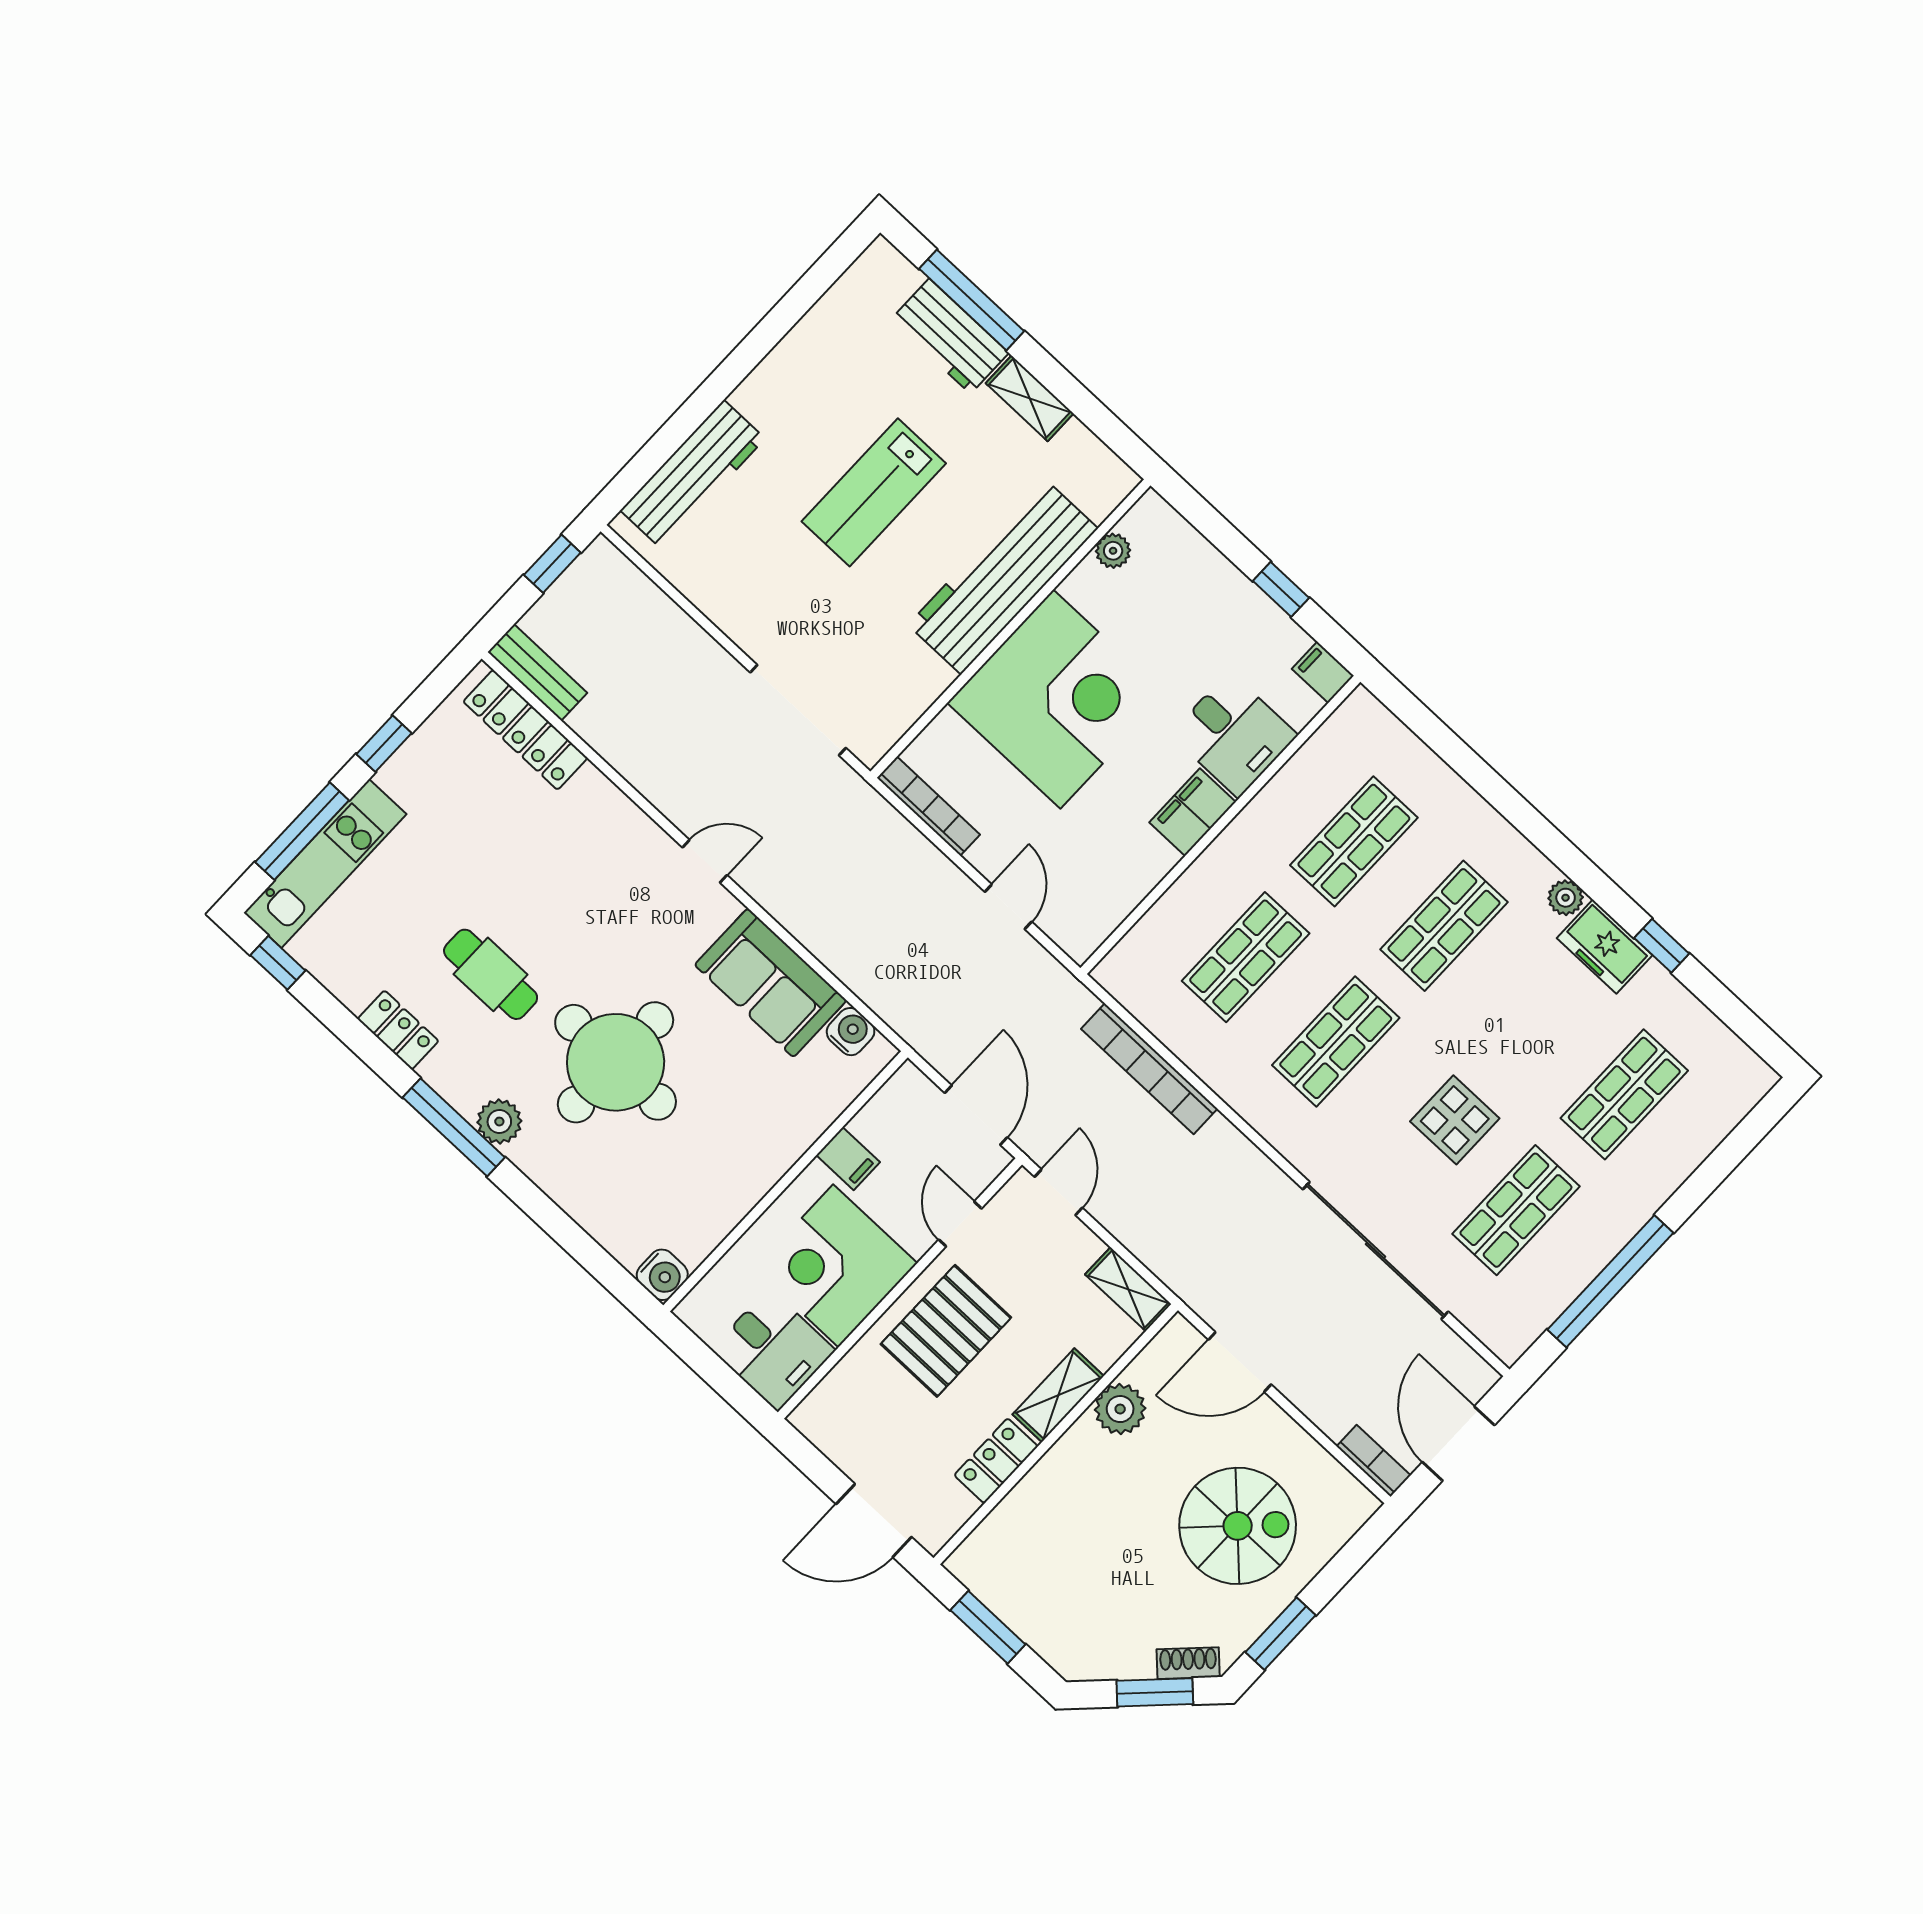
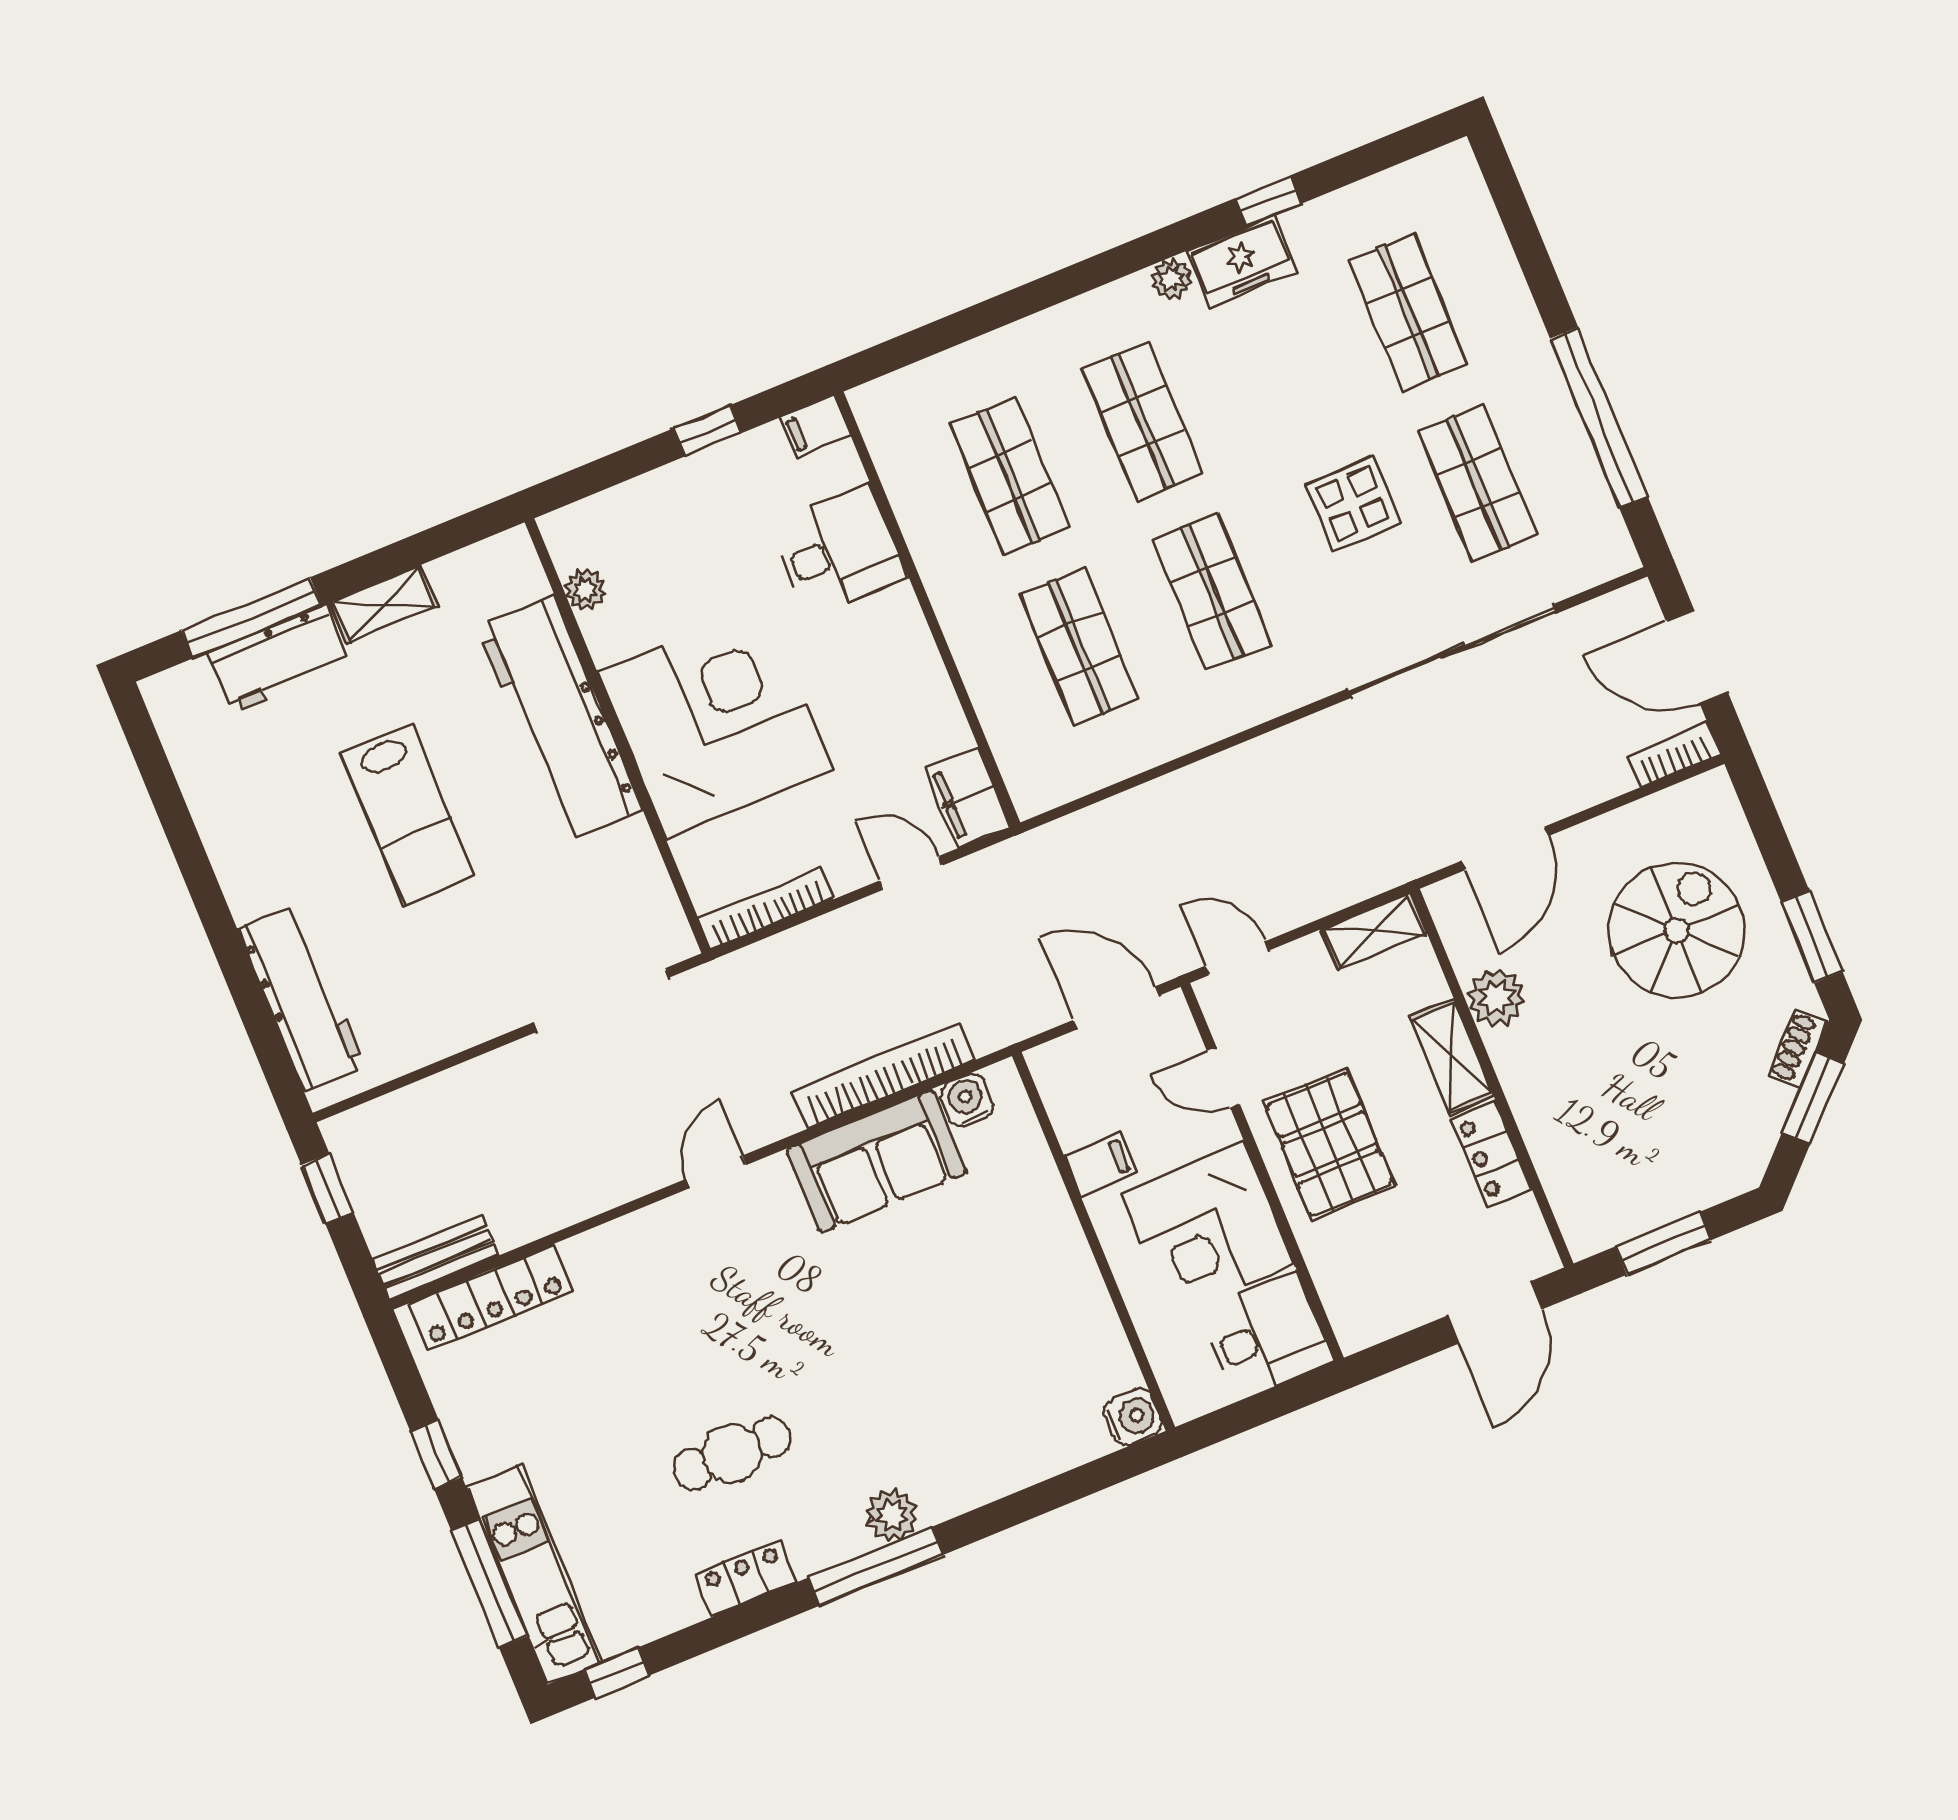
filing cabinet: (1193, 812) -> (968, 797), moved
round table: (616, 1062) -> (885, 1364), removed
bookcase: (1149, 1069) -> (883, 1076), moved, turned 180

